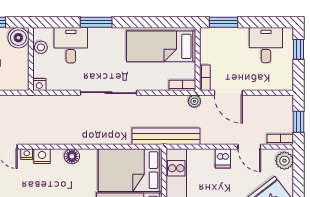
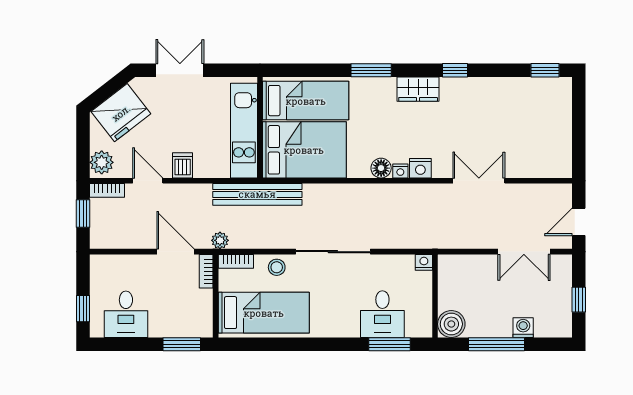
window: (96, 22) -> (390, 344), moved
stool: (41, 47) -> (277, 267), moved
nightstand: (27, 154) -> (400, 171), moved

